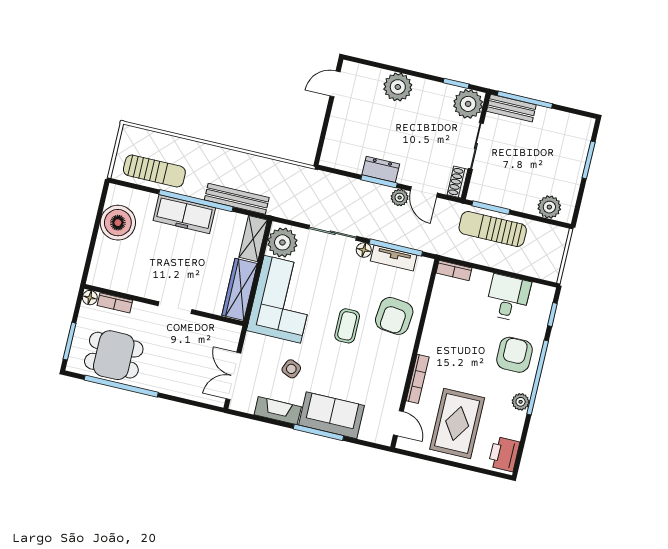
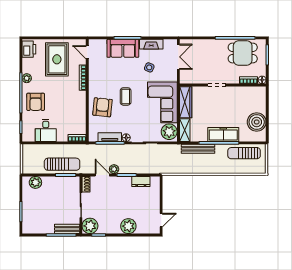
dresser: (381, 169) -> (141, 181), moved

